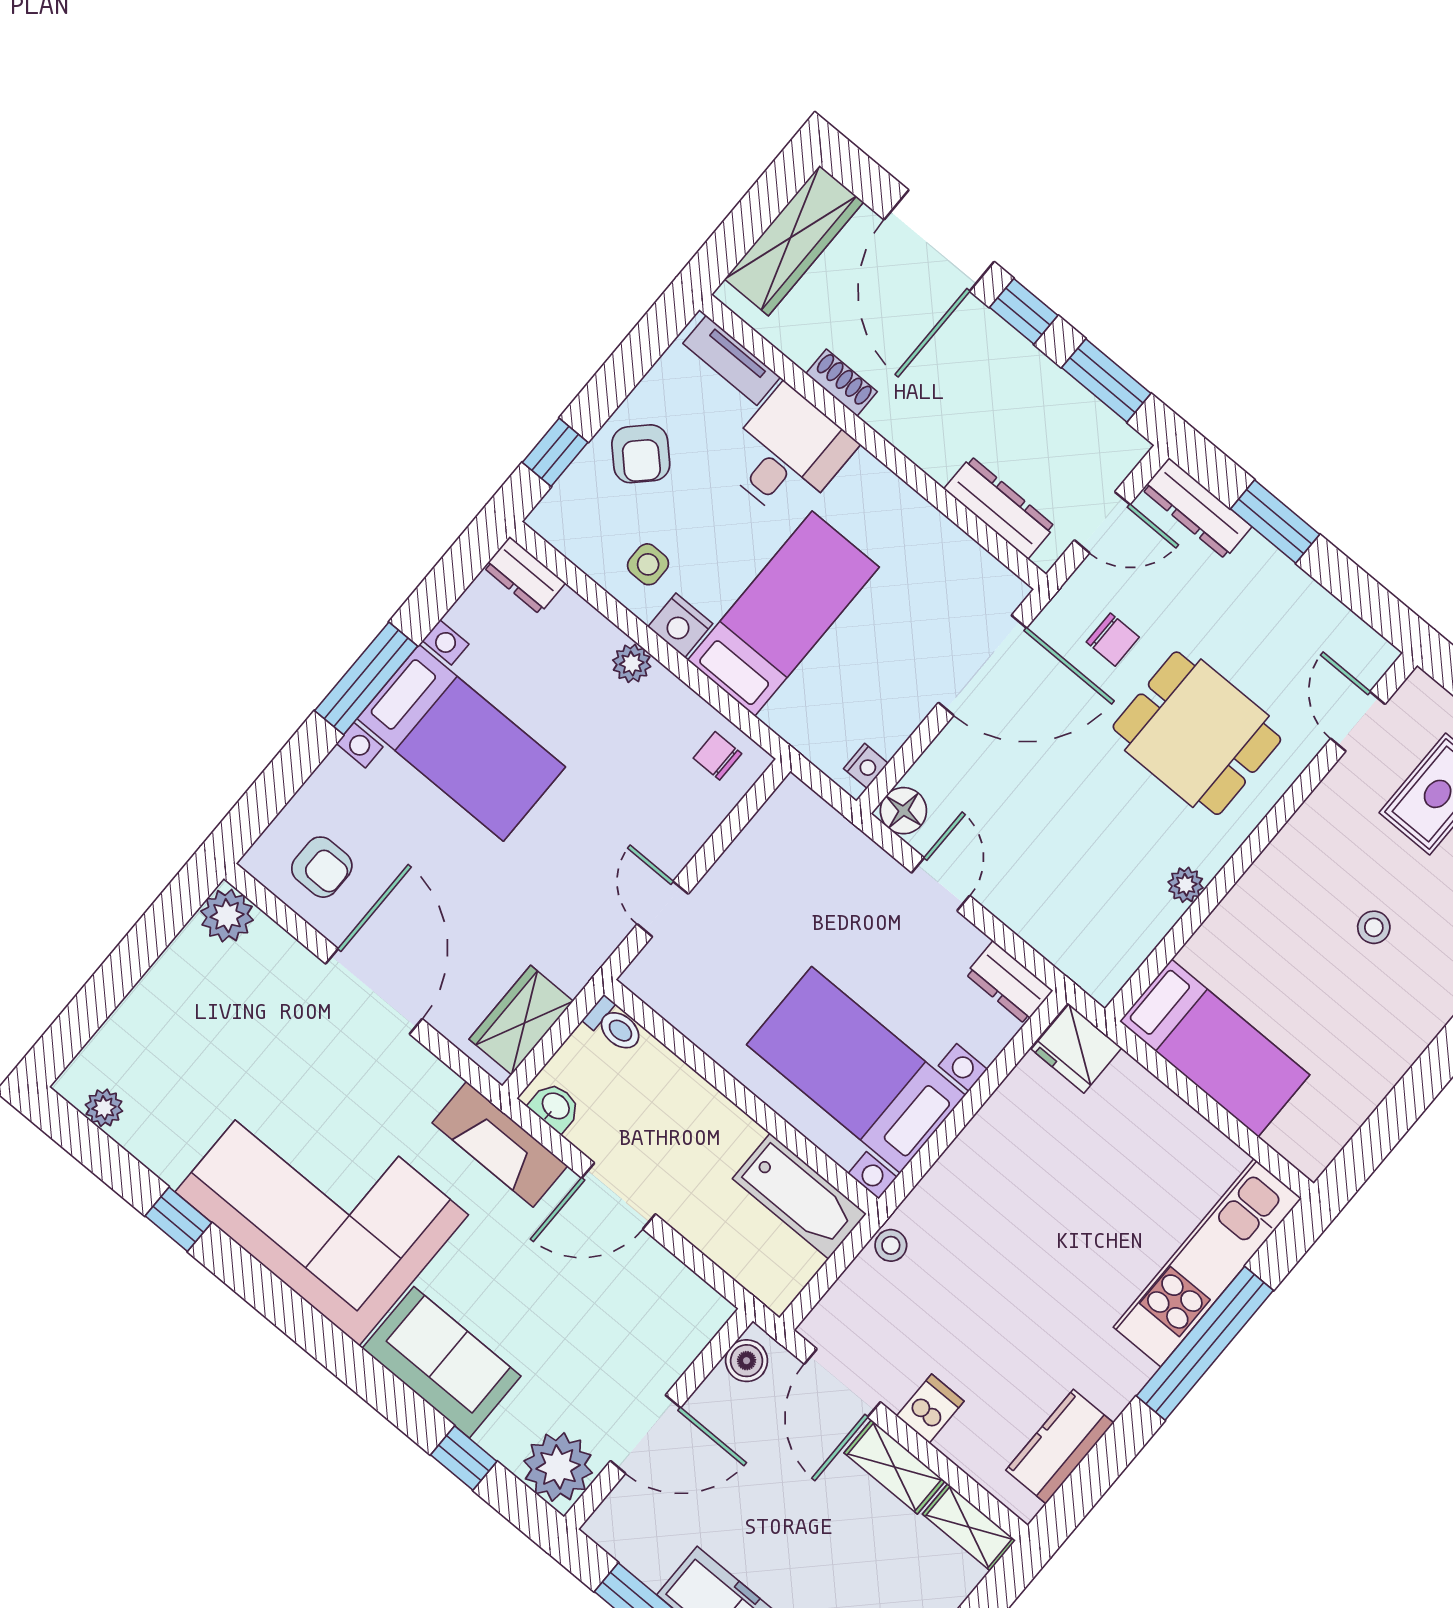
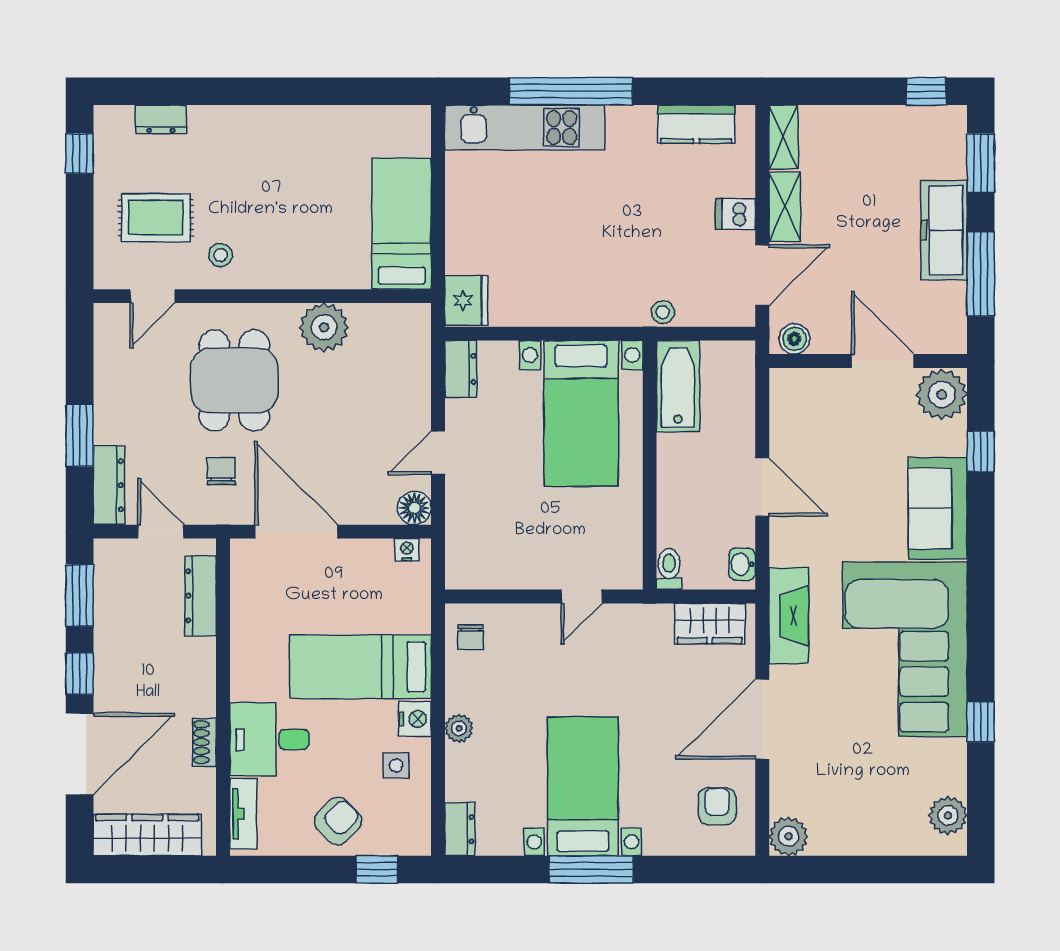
plant: (1186, 885) -> (324, 327), width x1.88, depth x1.88
stool: (1374, 927) -> (221, 255), moved
plant: (104, 1108) -> (948, 815), width x1.38, depth x1.38
fireplace: (500, 1144) -> (789, 616), moved

